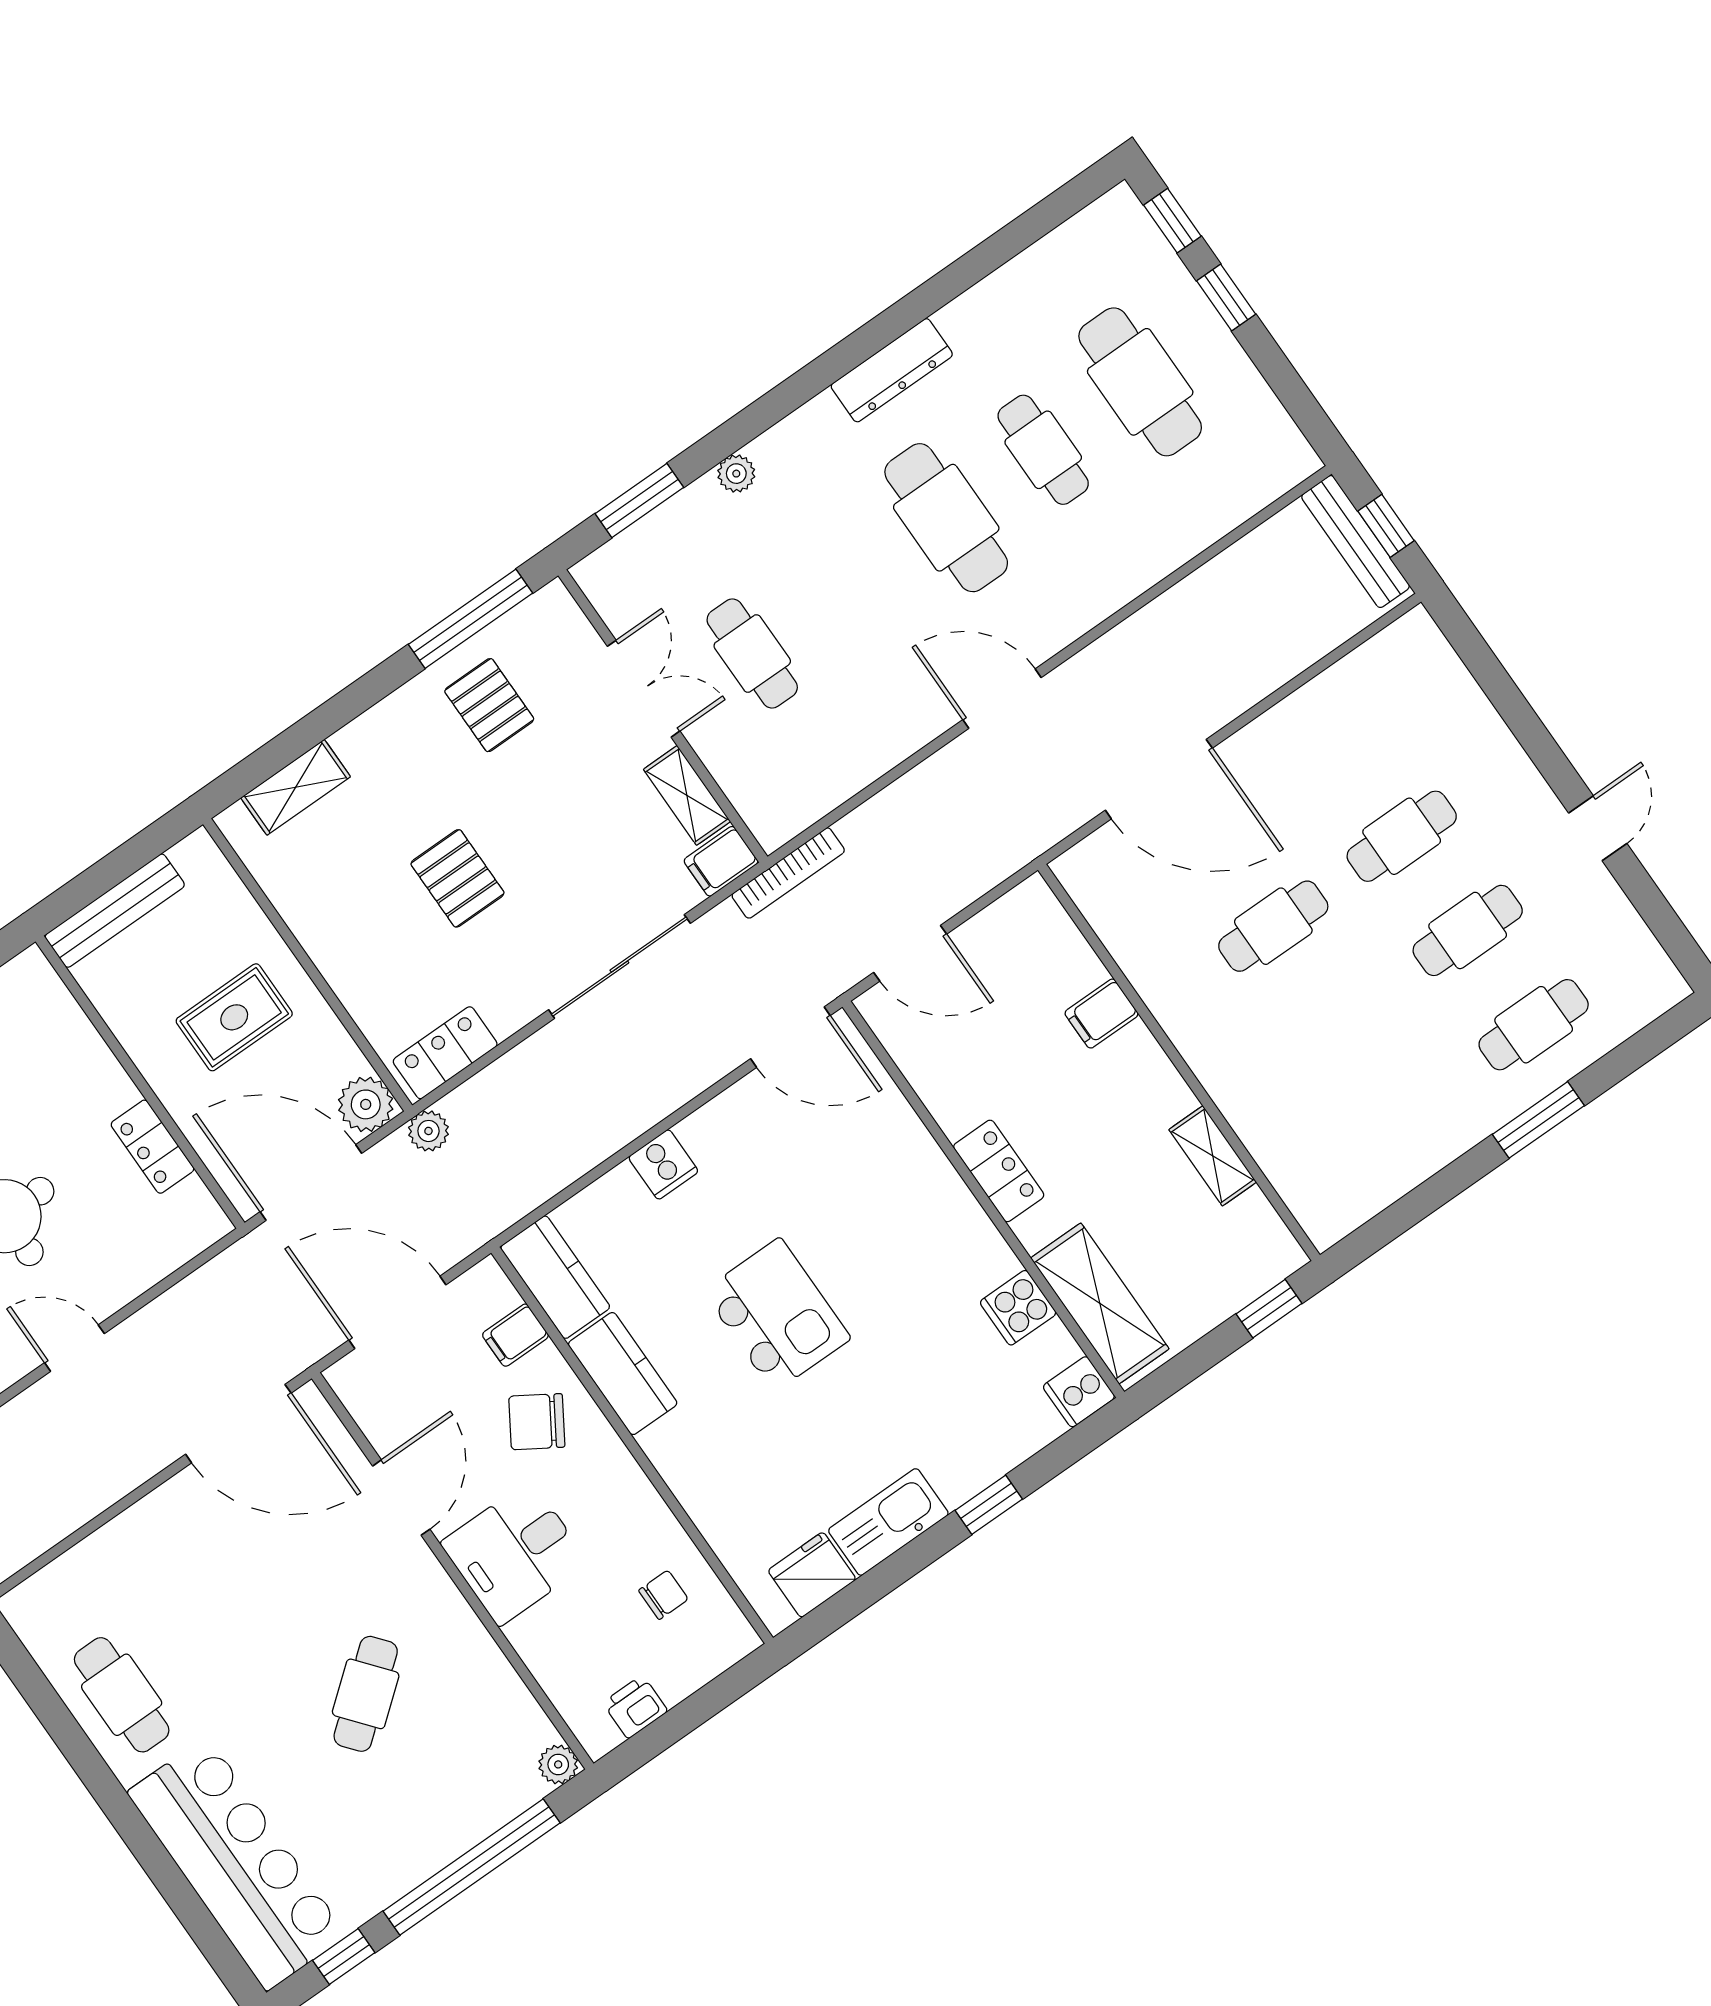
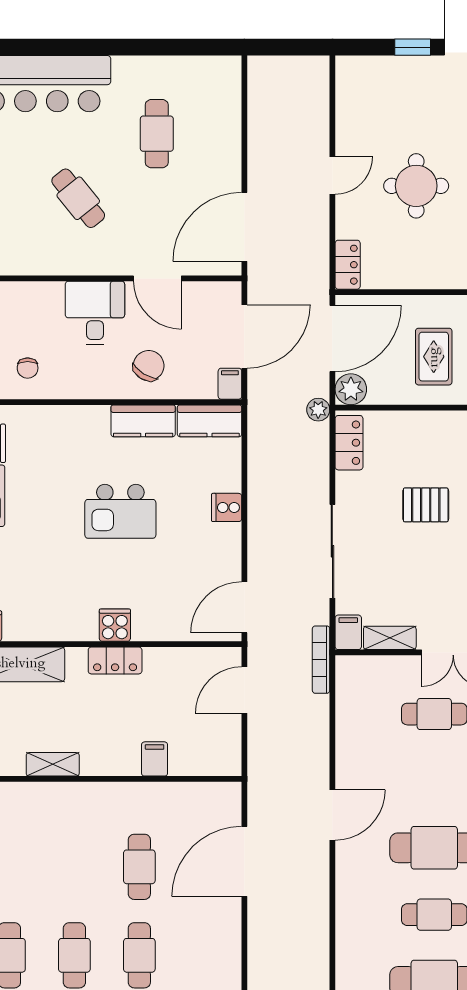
locker: (152, 1147) -> (348, 265), moved, turned 90
cooker: (1018, 1308) -> (115, 625), moved
filing cabinet: (515, 1335) -> (230, 384), moved
cafe table: (122, 1695) -> (157, 134), moved, turned 90

